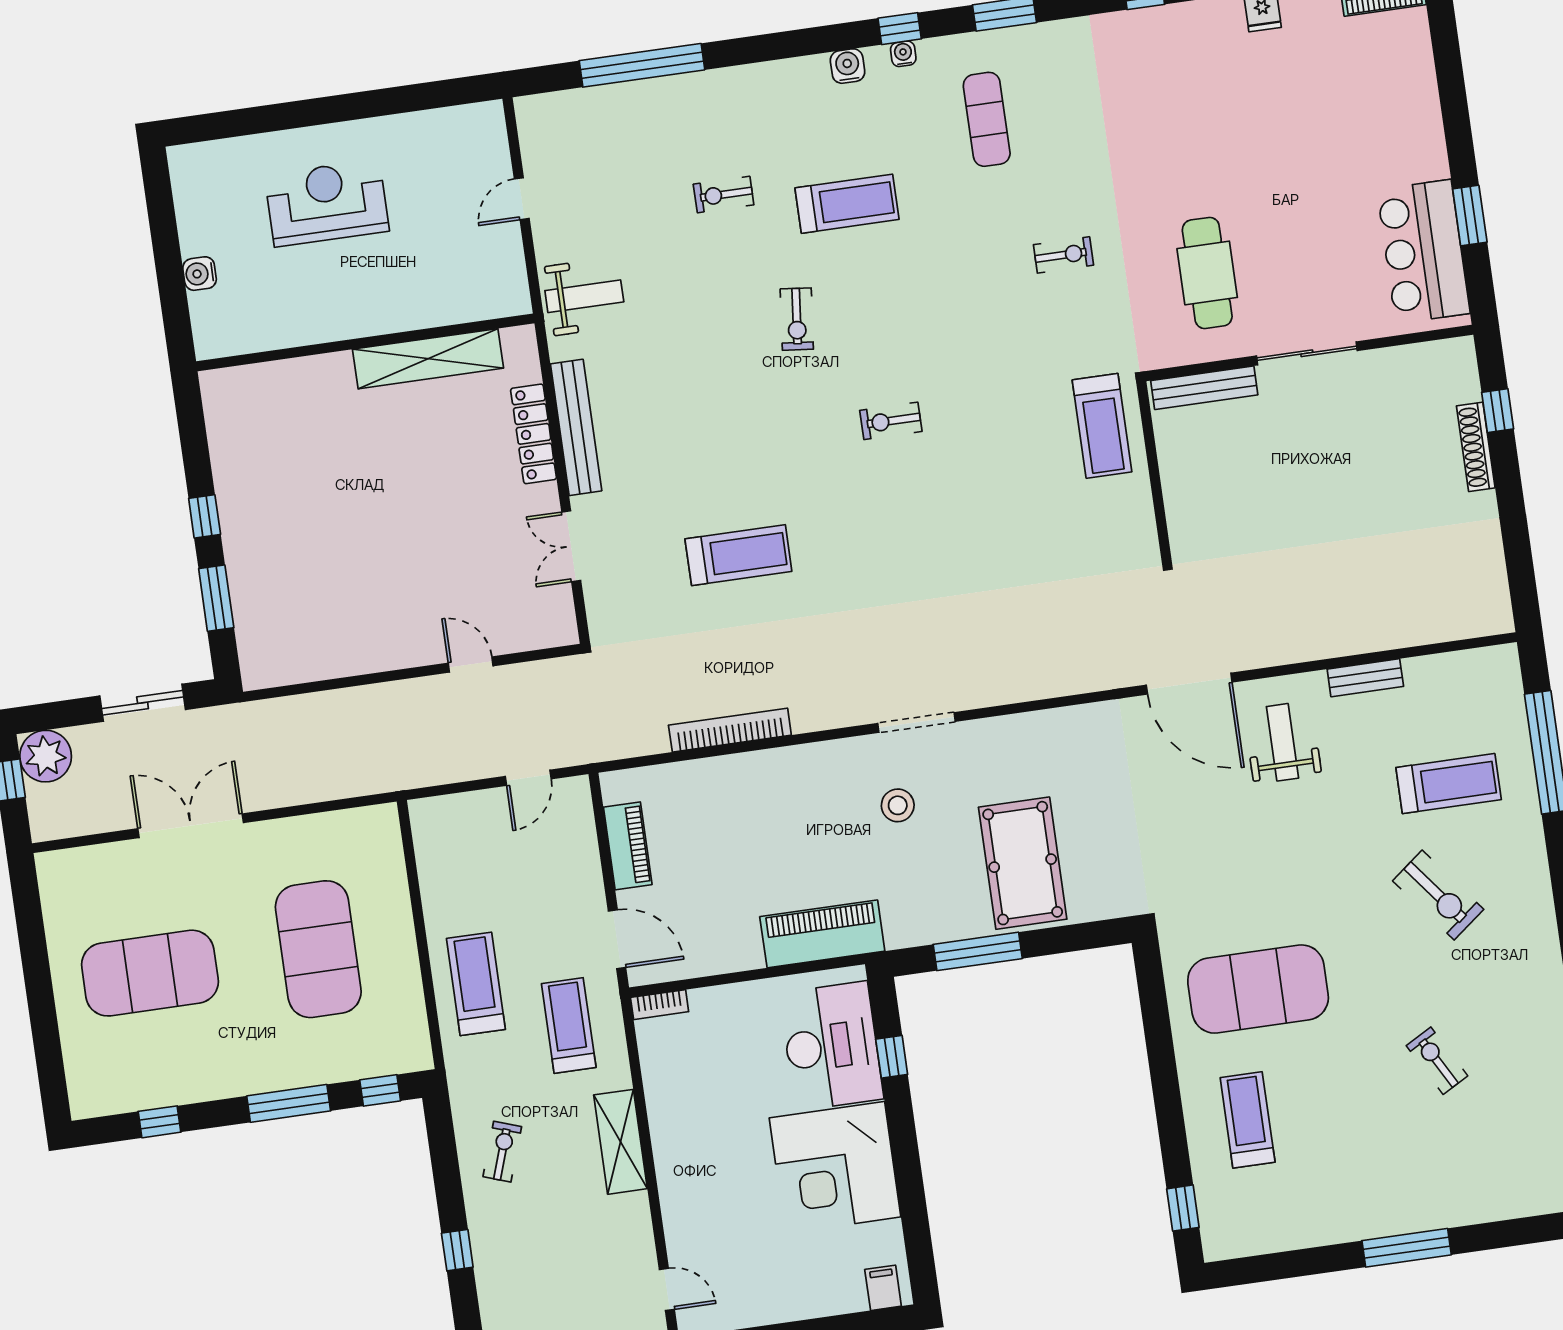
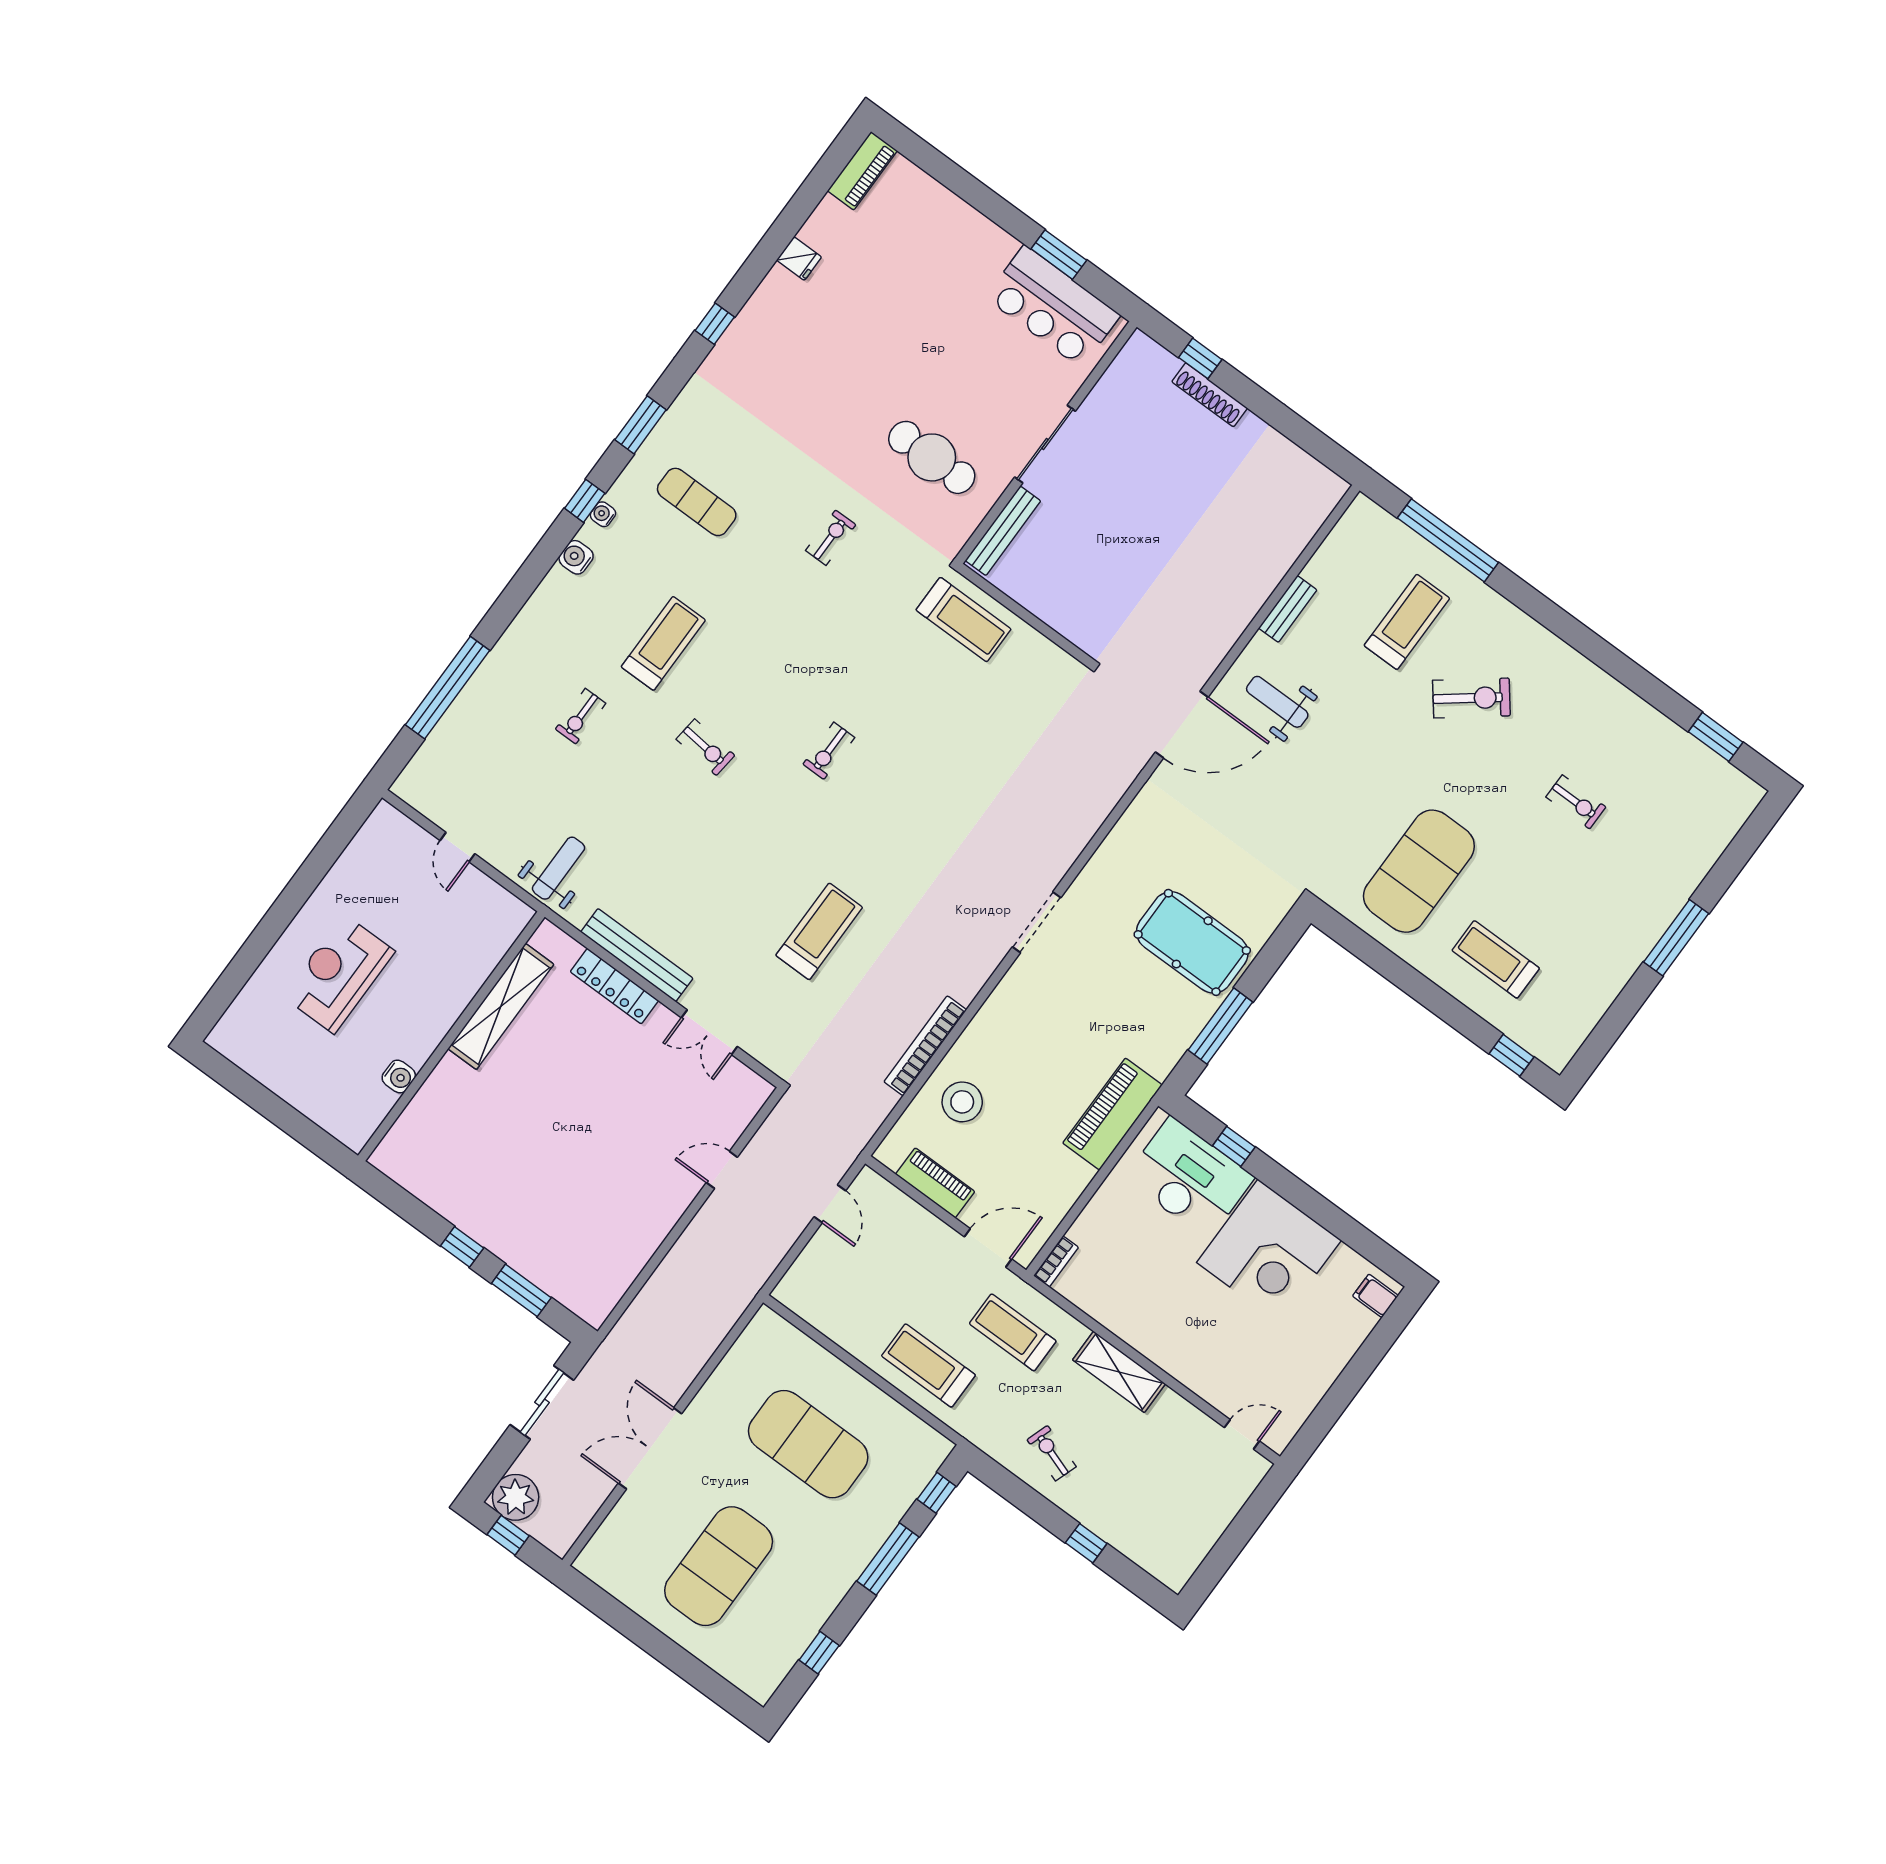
water cooler: (200, 274) -> (399, 1077), moved, turned -90
stool: (898, 805) -> (962, 1102), moved, width x1.38, depth x1.38
exercise bike: (1437, 1061) -> (1576, 802), turned -151

